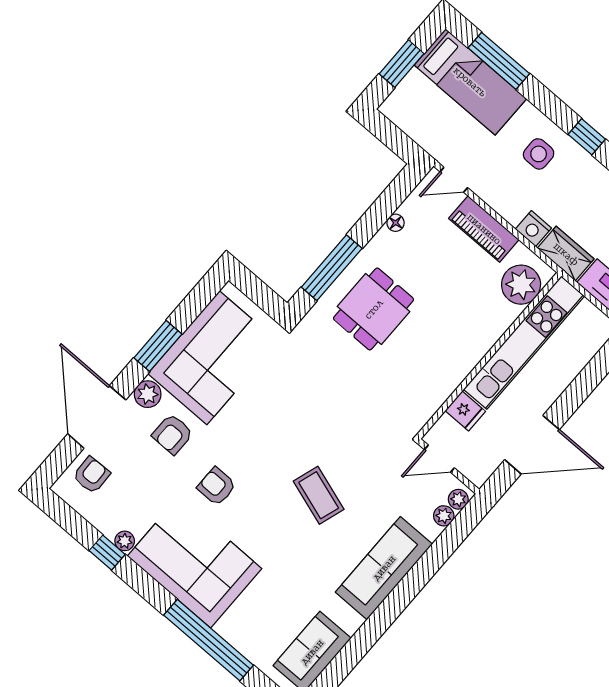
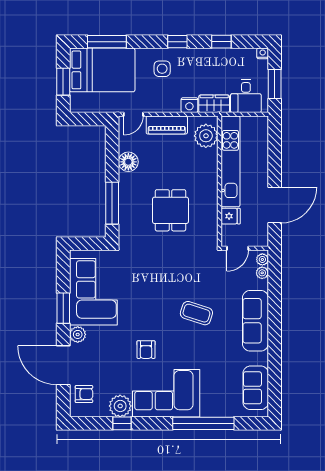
bed: (470, 82) -> (102, 70), width x1.50
floor lamp: (396, 223) -> (128, 162), width x1.89, depth x1.89
dining table: (374, 309) -> (170, 210), moved
armchair: (173, 434) -> (105, 343), removed
armchair: (91, 475) -> (84, 394), turned 92
armchair: (217, 486) -> (146, 350), turned -90
plant: (125, 541) -> (120, 406), width x1.88, depth x1.88

